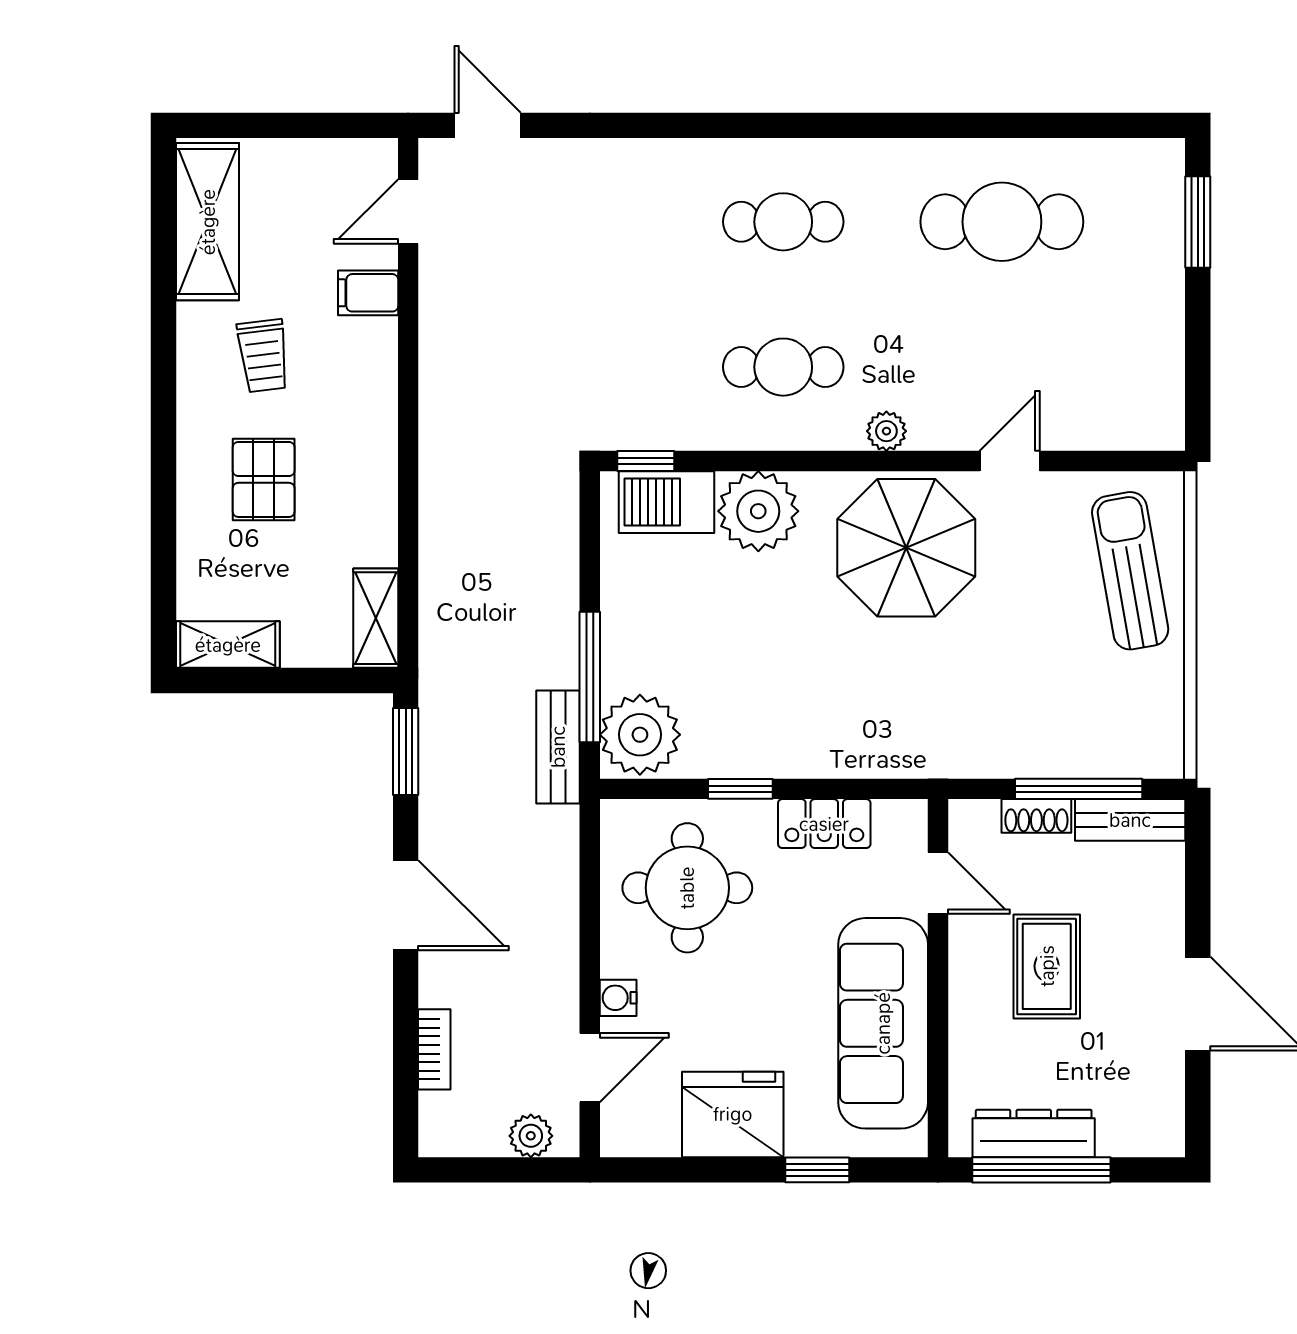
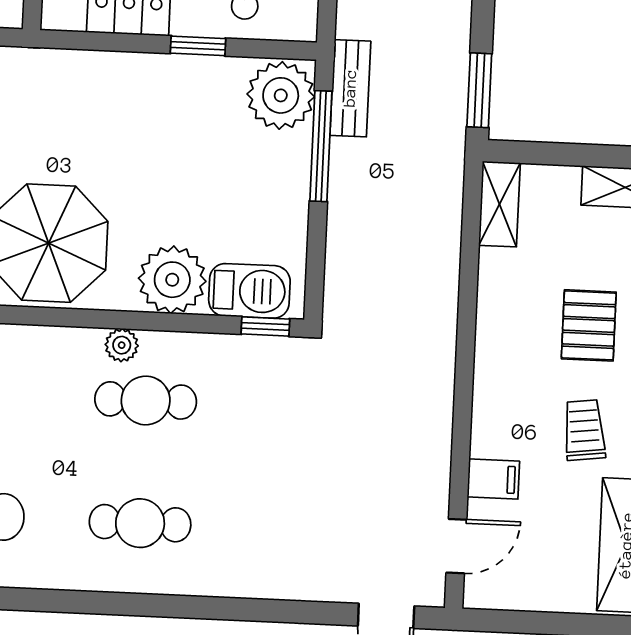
plant: (886, 431) -> (122, 345), moved

